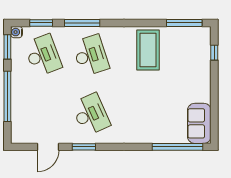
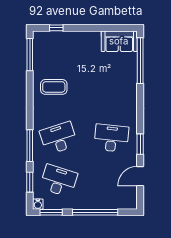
coffee table: (148, 50) -> (54, 87), width x0.73, depth x0.76
desk: (43, 55) -> (59, 181), turned 39
desk: (91, 114) -> (111, 138), turned 30
door: (48, 147) -> (140, 176), swing flipped

